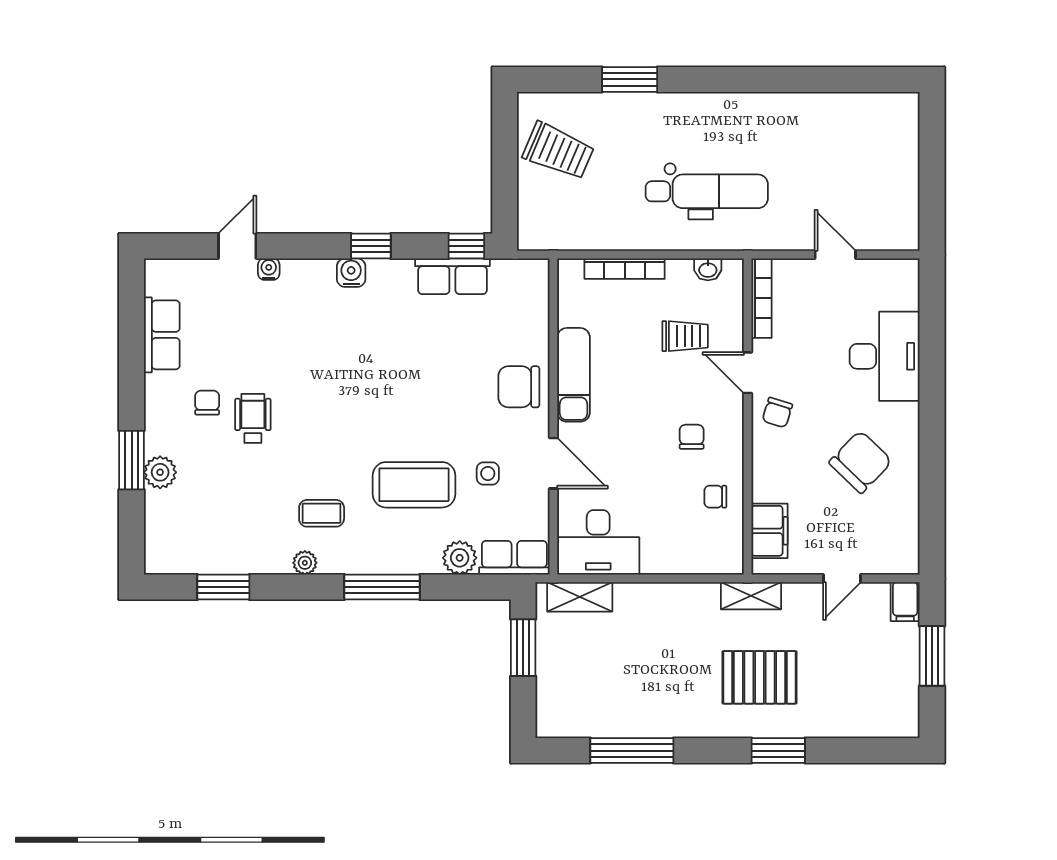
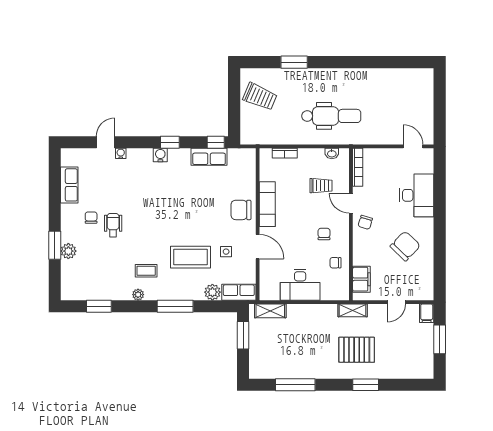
door: (835, 255) -> (413, 146), moved
bookcase: (625, 269) -> (285, 153), width x0.64
desk: (598, 542) -> (300, 285), moved

